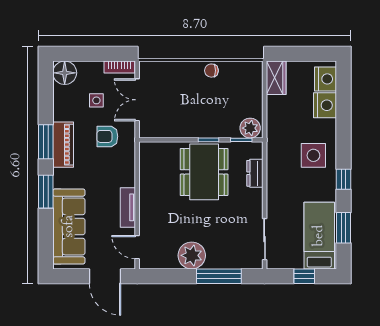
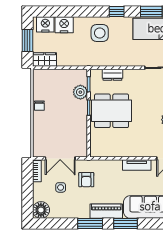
window: (303, 54) -> (27, 40), added
plant: (250, 128) -> (80, 92), moved
piano: (63, 145) -> (106, 211), moved

